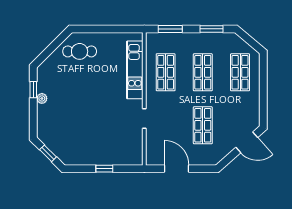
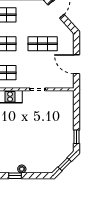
window: (104, 169) -> (76, 137), moved
door: (177, 169) -> (76, 64), hinge flipped

